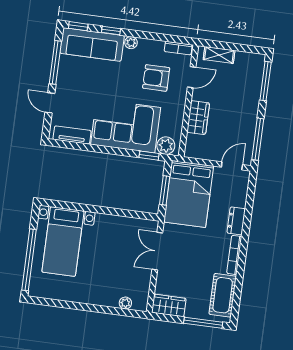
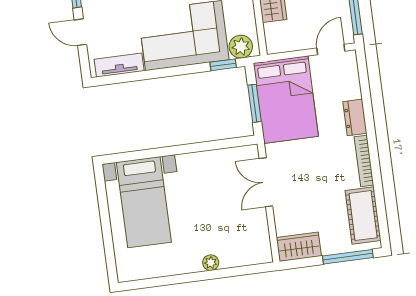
window: (29, 260) -> (107, 237), removed
plant: (125, 303) -> (211, 263), moved

